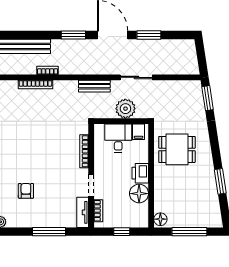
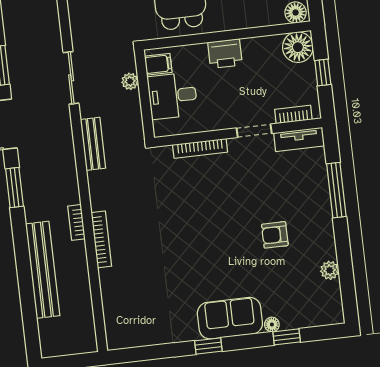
plant: (125, 109) -> (130, 81), width x0.53, depth x0.53
floor lamp: (139, 194) -> (298, 47), moved

